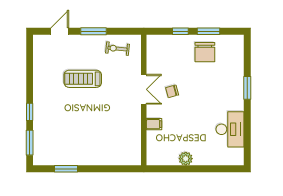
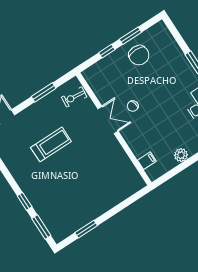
window: (93, 31) -> (44, 92), moved
exercise bike: (117, 49) -> (74, 97), moved
treadmill: (83, 79) -> (51, 144), turned 180
filing cabinet: (154, 124) -> (147, 161), moved

